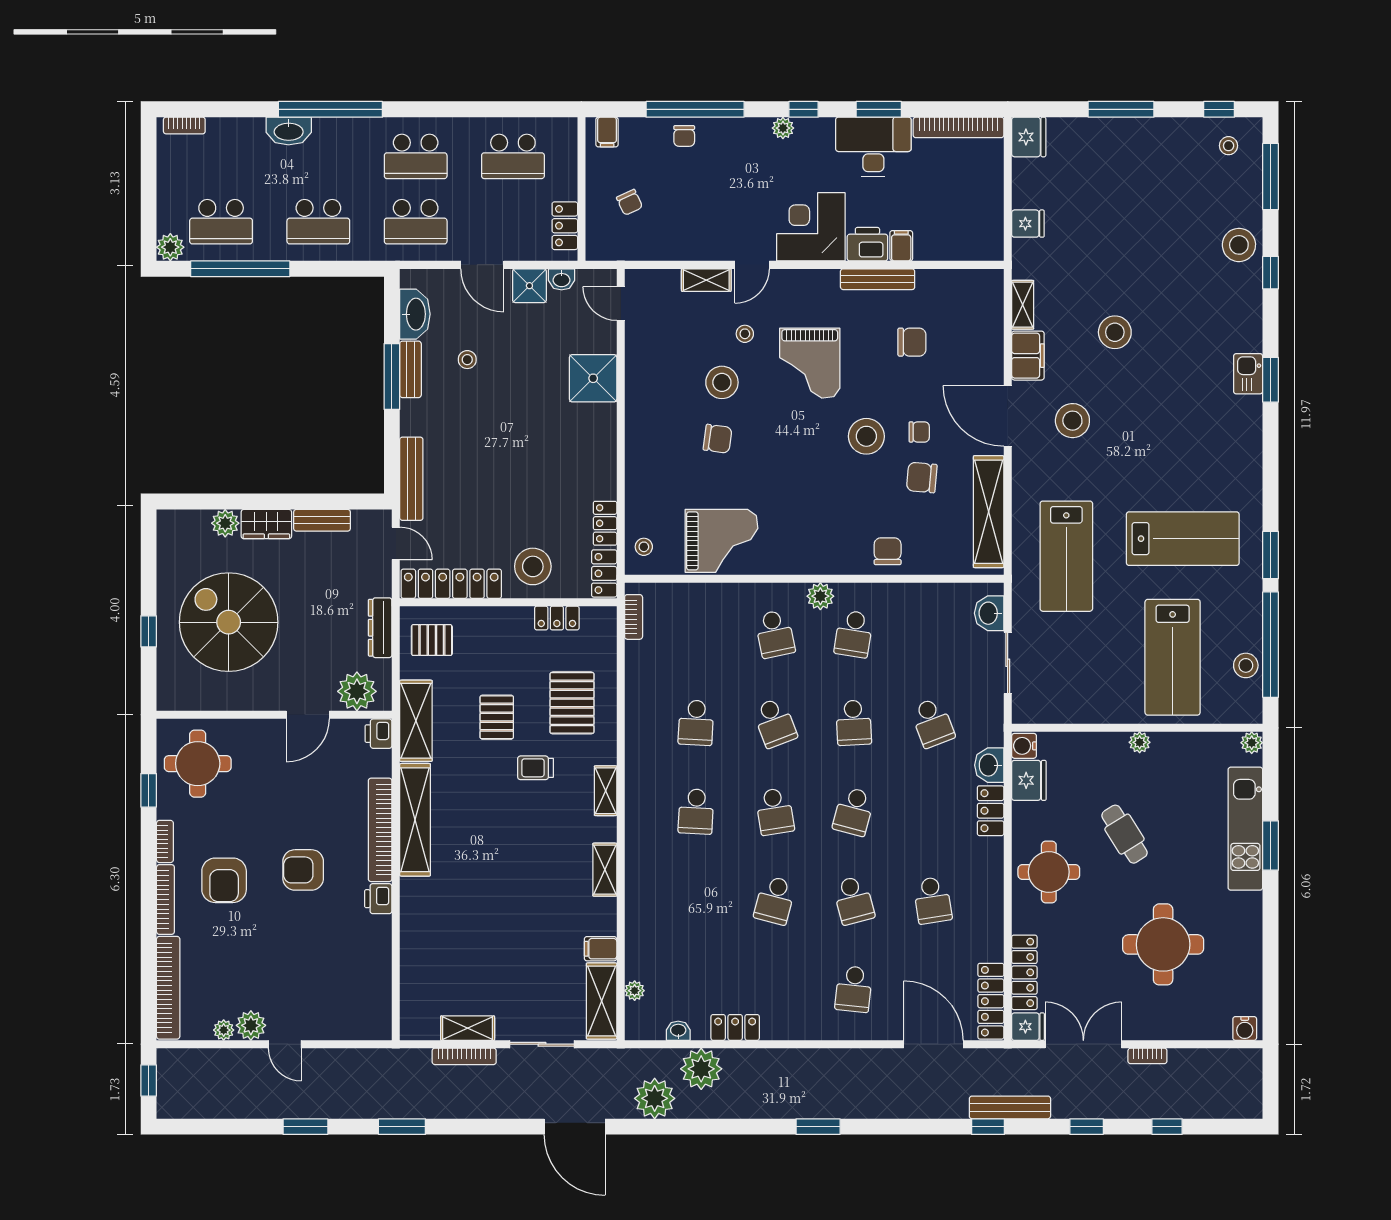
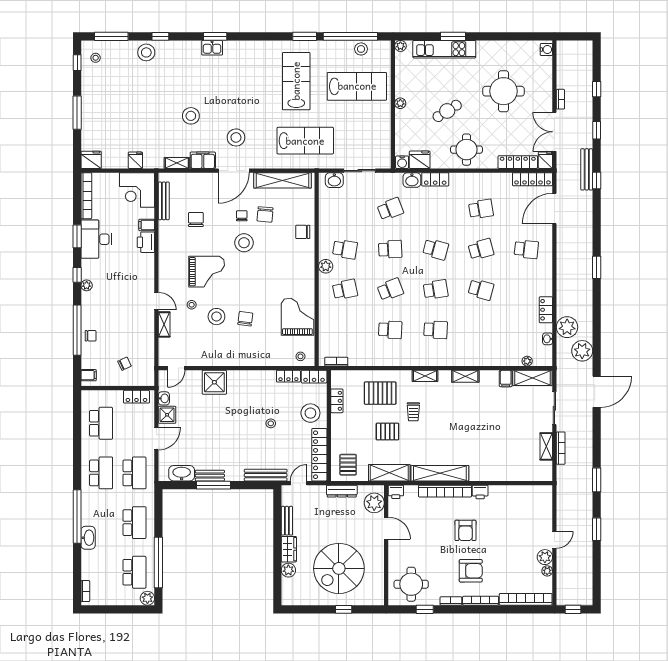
corner desk: (811, 227) -> (137, 190), moved
bench: (878, 279) -> (164, 201), moved
stool: (467, 360) -> (271, 423), moved

